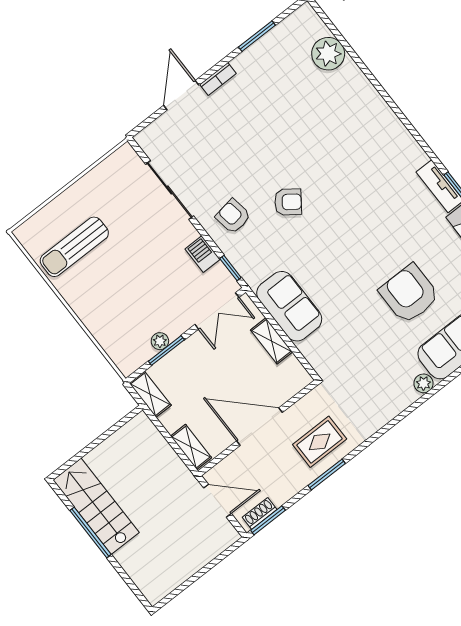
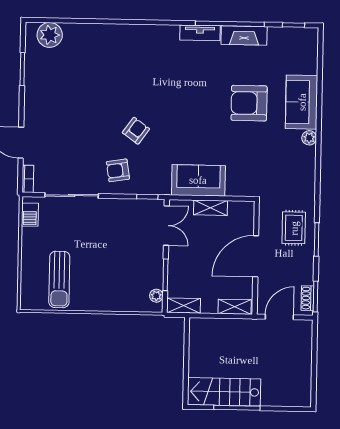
plant: (328, 54) -> (50, 35), moved
bookcase: (218, 79) -> (28, 179), moved
barbecue: (203, 254) -> (30, 215), moved, turned -90
plant: (160, 341) -> (156, 296), moved

